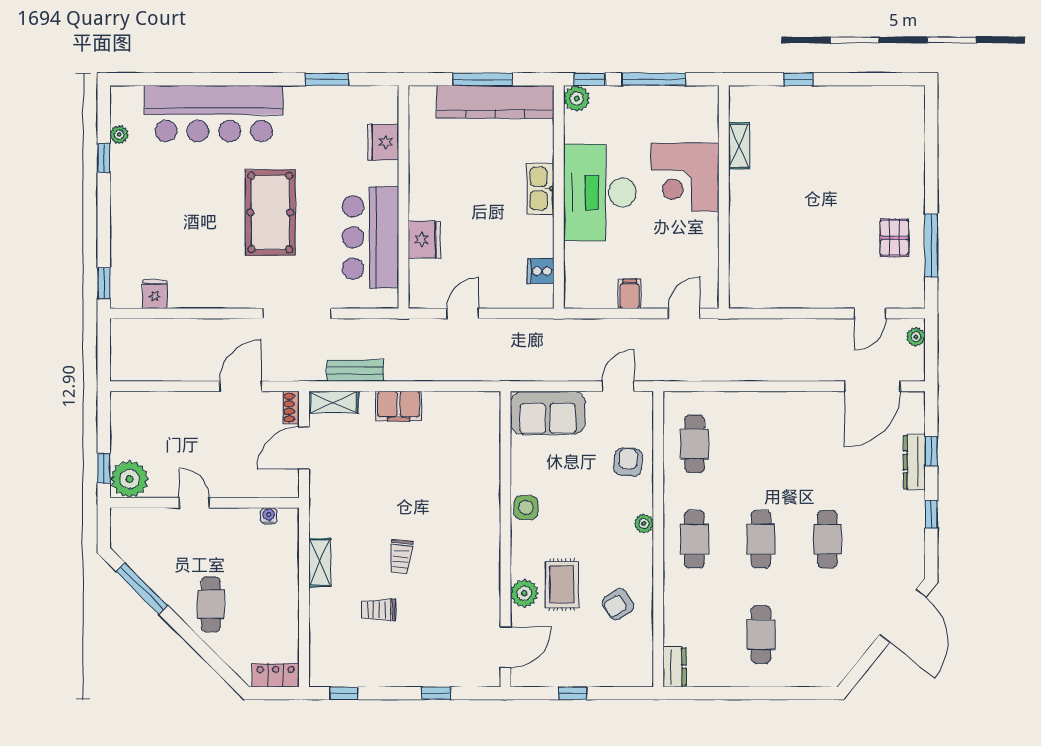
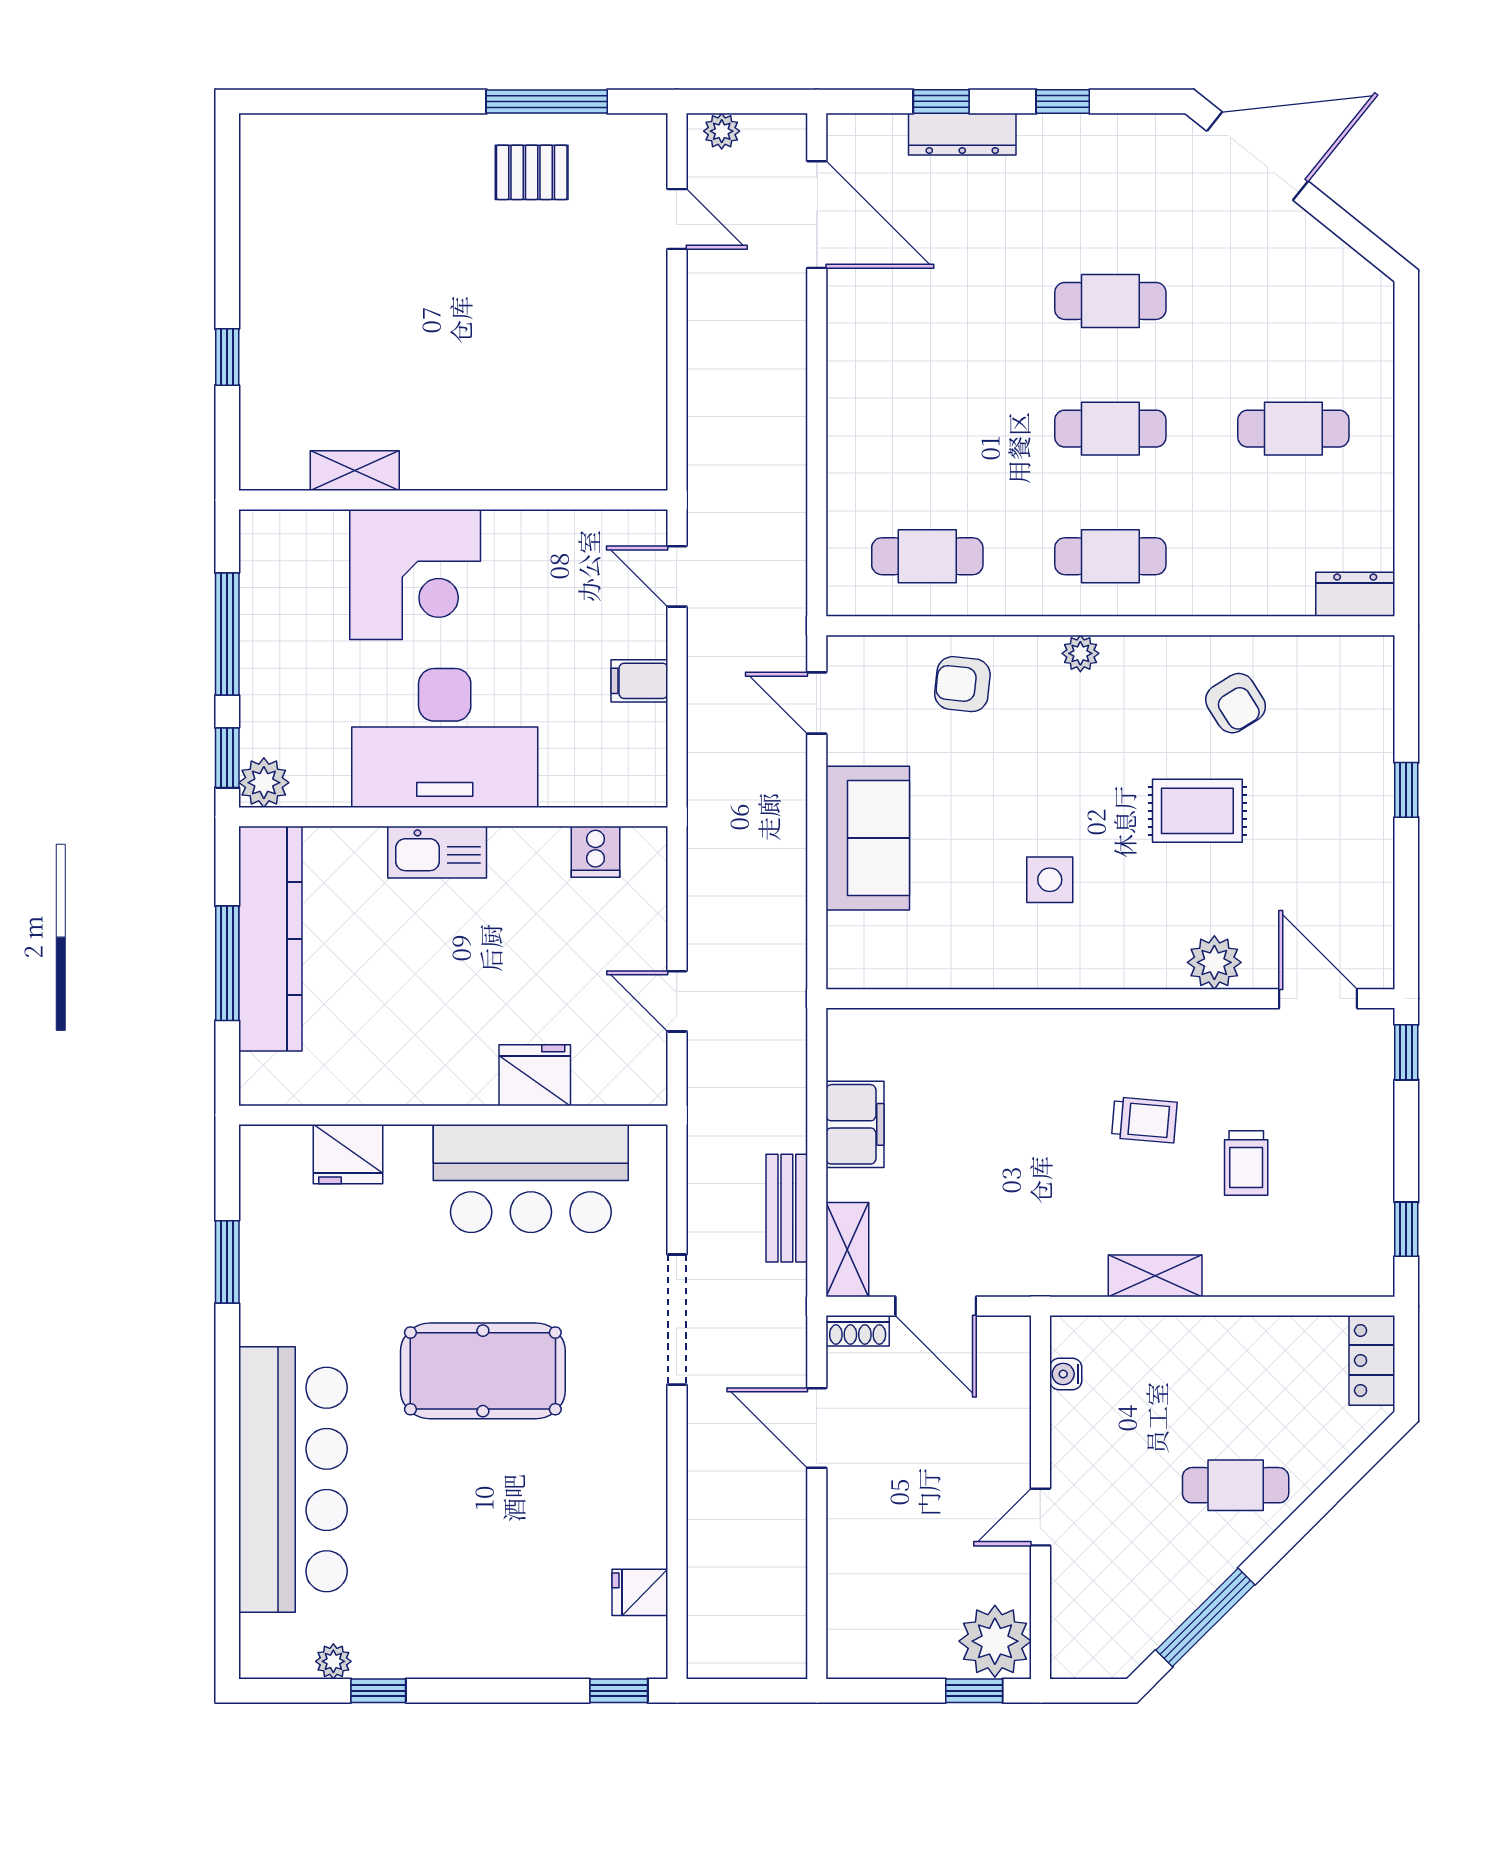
wall: (505, 539) -> (1110, 999), moved
plant: (524, 593) -> (1214, 962), moved
door: (505, 647) -> (1318, 999), moved

